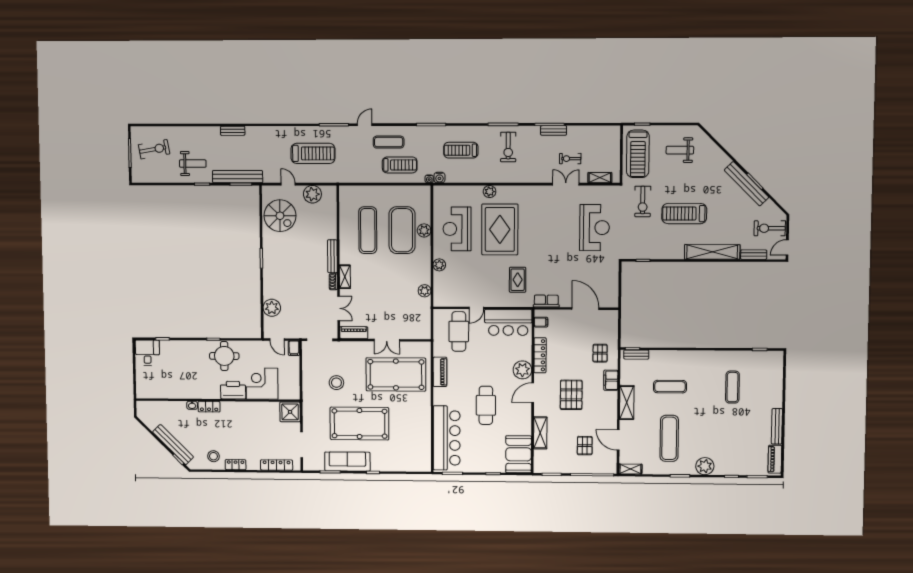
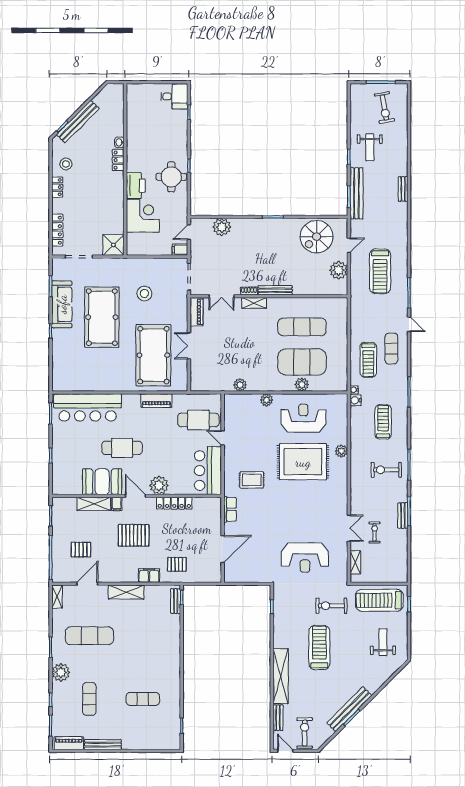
filing cabinet: (541, 322) -> (117, 504), moved
exercise mat: (670, 387) -> (89, 699), moved
booth: (519, 454) -> (102, 482), moved

